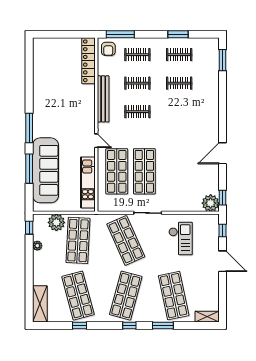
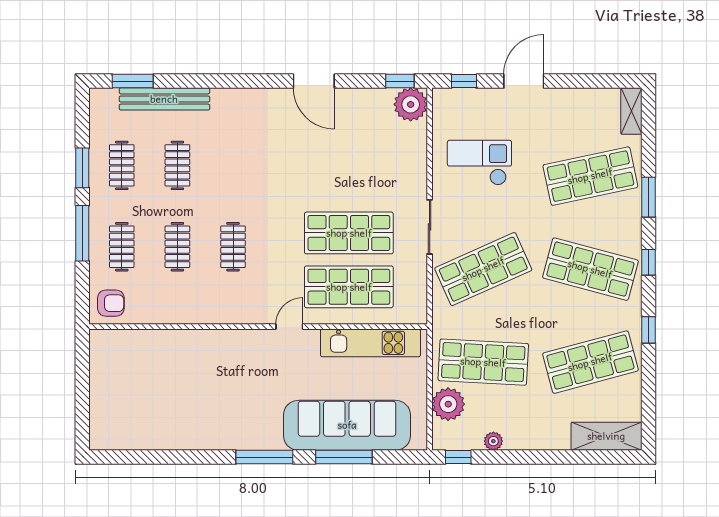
window: (120, 34) -> (82, 233), moved
locker: (89, 61) -> (134, 342), removed
bench: (103, 99) -> (164, 99), moved
window: (79, 325) -> (649, 330), moved

